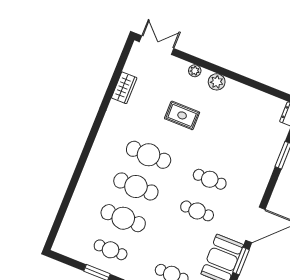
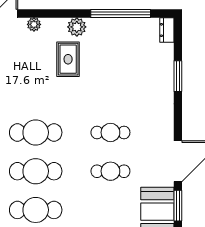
plant: (195, 71) -> (34, 24), moved
window: (257, 85) -> (121, 14), added
rug: (182, 115) -> (68, 59), moved, turned 90

